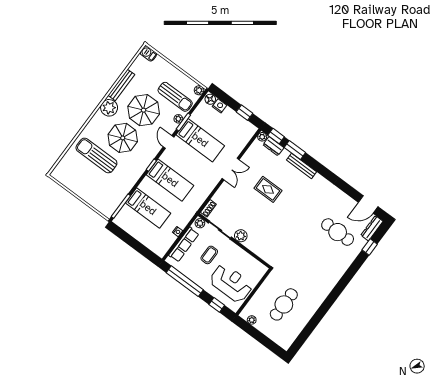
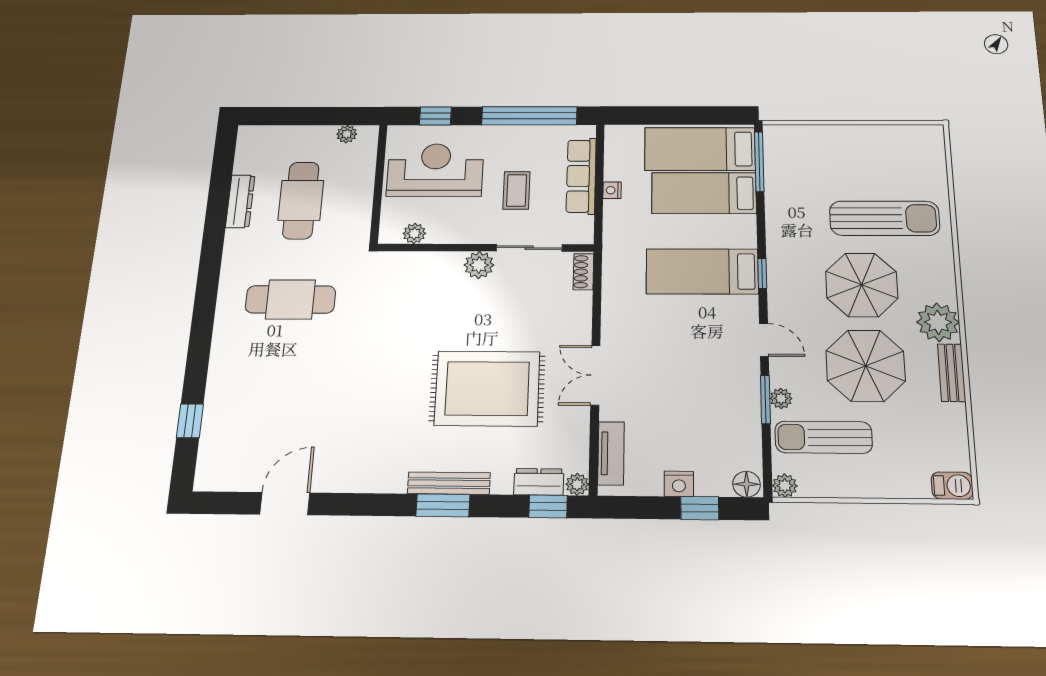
bench: (121, 85) -> (952, 373), width x0.73
nightstand: (220, 106) -> (679, 484), moved
window: (245, 113) -> (700, 508), moved
tv unit: (245, 139) -> (611, 453), added
bed: (200, 140) -> (700, 149), moved
window: (295, 150) -> (443, 505), moved
rug: (268, 189) -> (487, 388), width x1.86, depth x2.06
door: (368, 204) -> (285, 504), moved
plant: (200, 223) -> (414, 233), moved
dresser: (372, 228) -> (240, 201), moved
cafe table: (338, 232) -> (290, 299), moved
reception desk: (231, 283) -> (435, 170), turned 180

